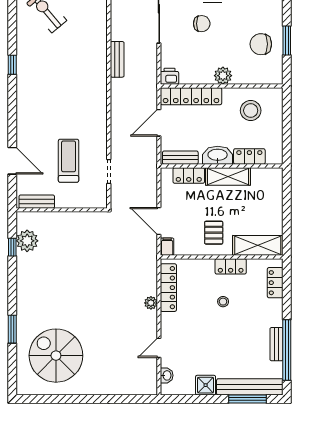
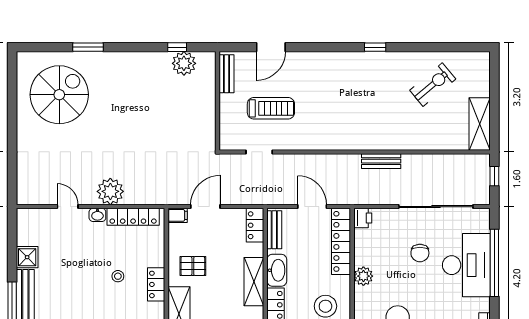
locker: (189, 175) -> (255, 225), moved
plant: (151, 303) -> (110, 191), width x1.88, depth x1.88
washbasin: (167, 375) -> (97, 215), moved

